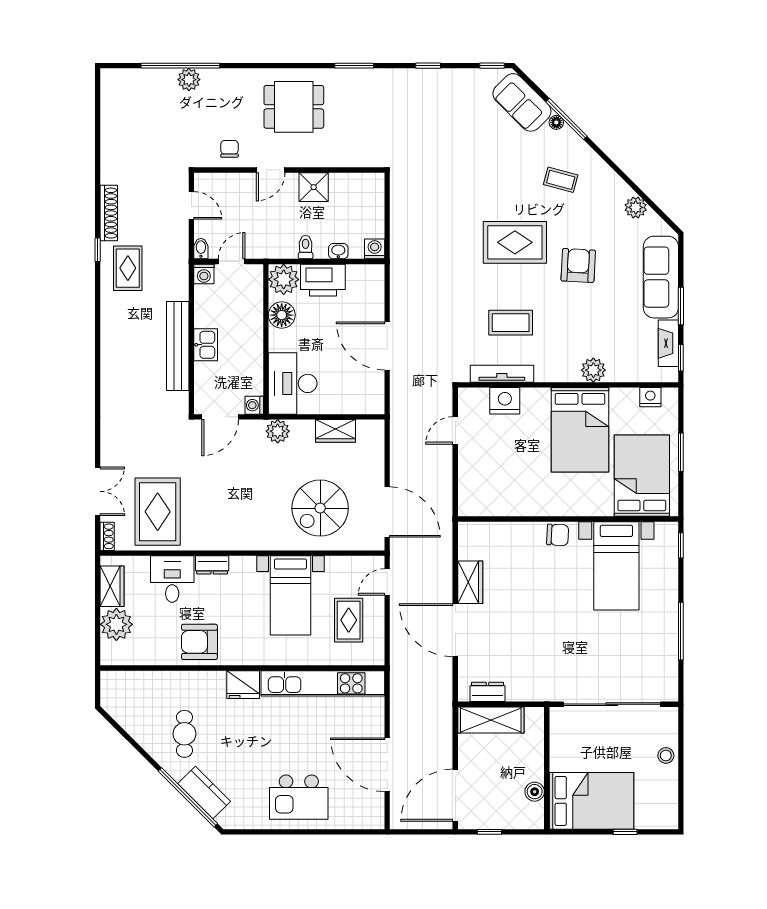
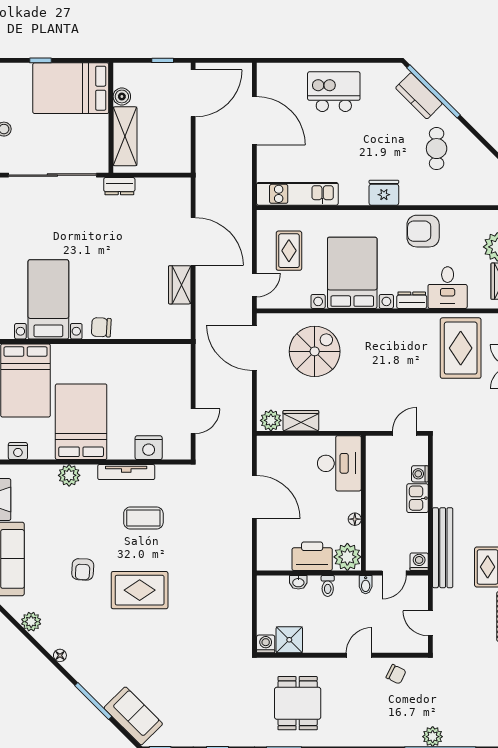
dining table: (294, 107) -> (298, 703), moved, turned 90
floor lamp: (556, 122) -> (60, 655), moved
chair: (229, 149) -> (396, 674), turned -64
coffee table: (561, 180) -> (98, 646), removed
shower: (314, 187) -> (289, 640), moved
bidet: (201, 249) -> (366, 585), moved
washing machine: (375, 249) -> (266, 644), moved, turned 180
armchair: (578, 265) -> (83, 569), width x0.72, depth x0.72
floor lamp: (282, 315) -> (355, 519), width x0.53, depth x0.53
bench: (178, 346) -> (443, 548), moved
tv unit: (502, 374) -> (126, 472), moved
washing machine: (254, 405) -> (420, 474), moved, turned 180
door: (220, 417) -> (405, 433), width x0.73
plant: (278, 431) -> (271, 420), moved
bed with nightstands: (290, 595) -> (352, 273), width x1.36
armchair: (199, 642) -> (423, 231), turned 180
kitchen unit: (323, 683) -> (297, 194), width x0.73
dresser: (488, 692) -> (119, 186), moved
shelving: (491, 720) -> (125, 136), moved, turned 90

